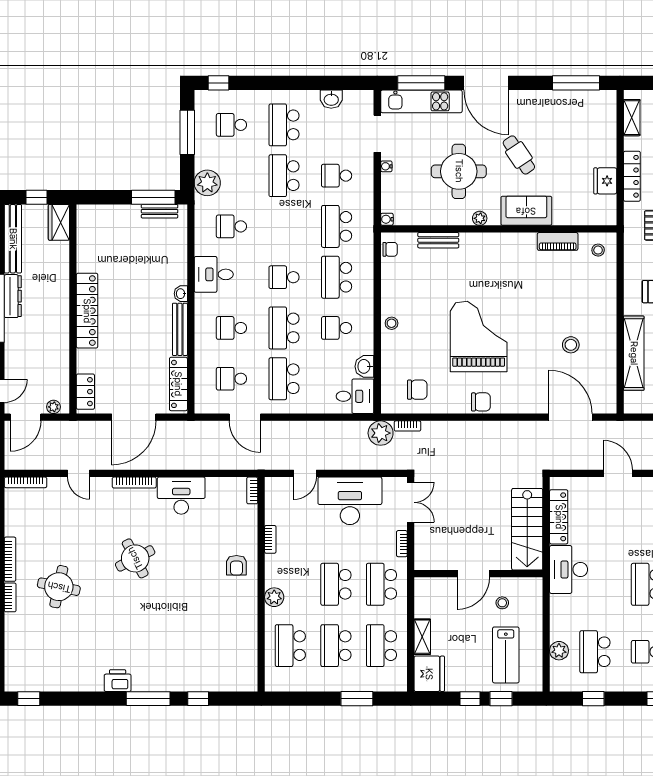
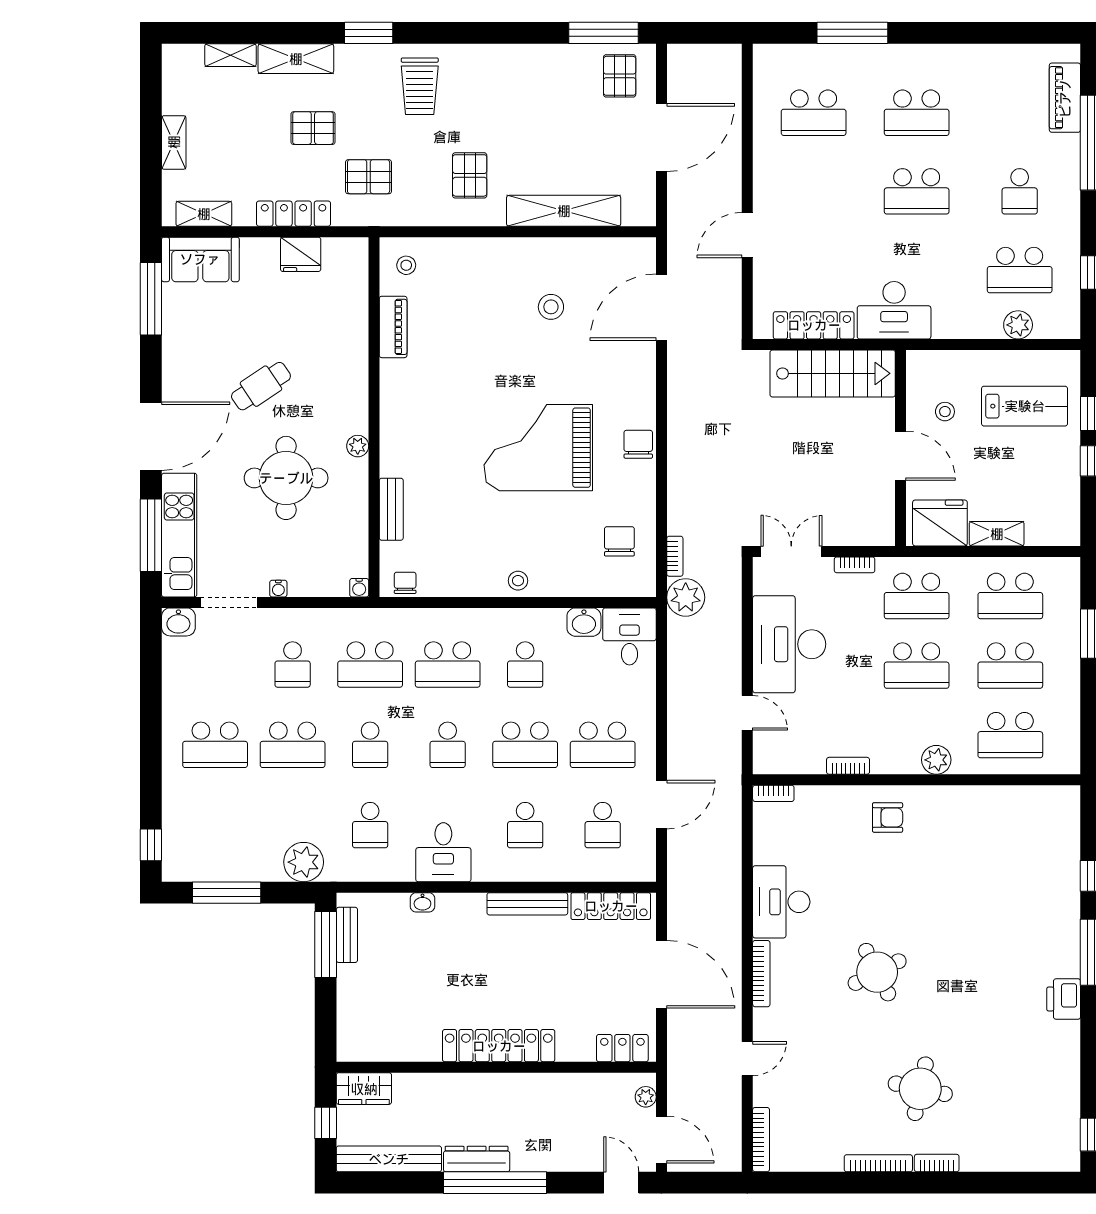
washbasin: (331, 99) -> (178, 622), moved, turned 90
school desk: (231, 125) -> (370, 745), moved
sofa: (526, 211) -> (200, 259), moved, turned -90
washbasin: (181, 294) -> (422, 902), moved
fridge: (429, 674) -> (940, 523), moved

